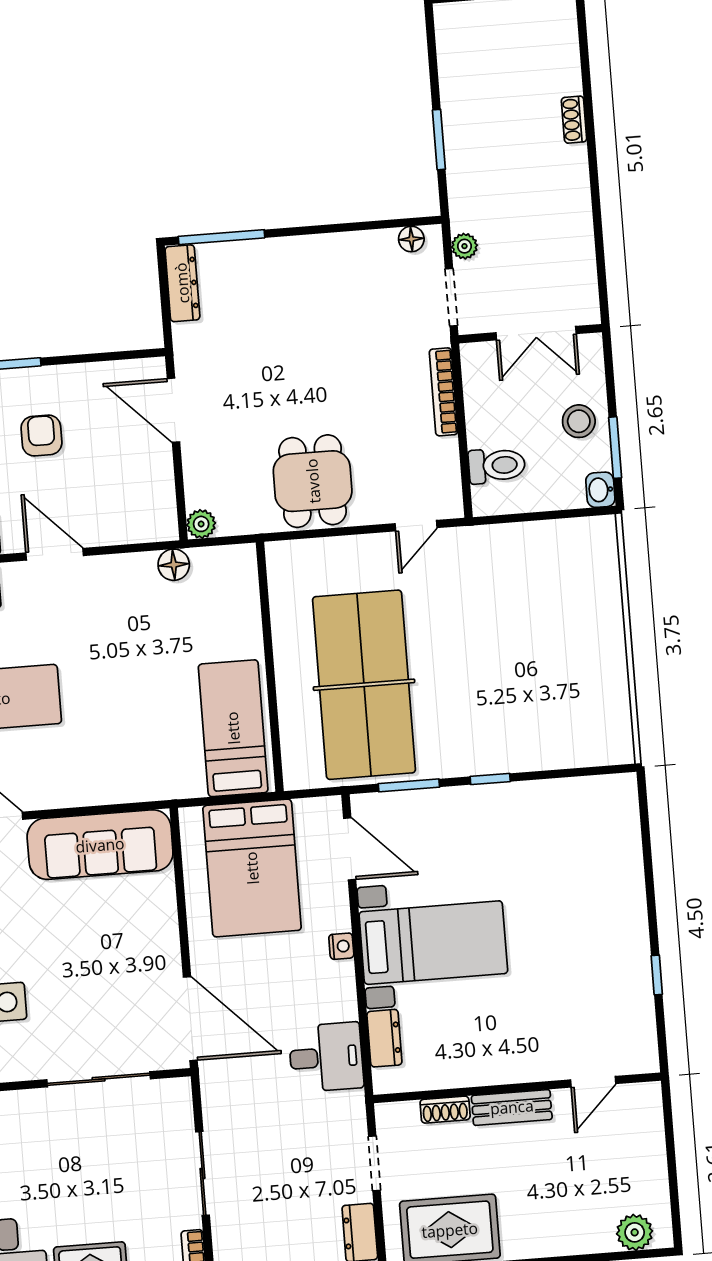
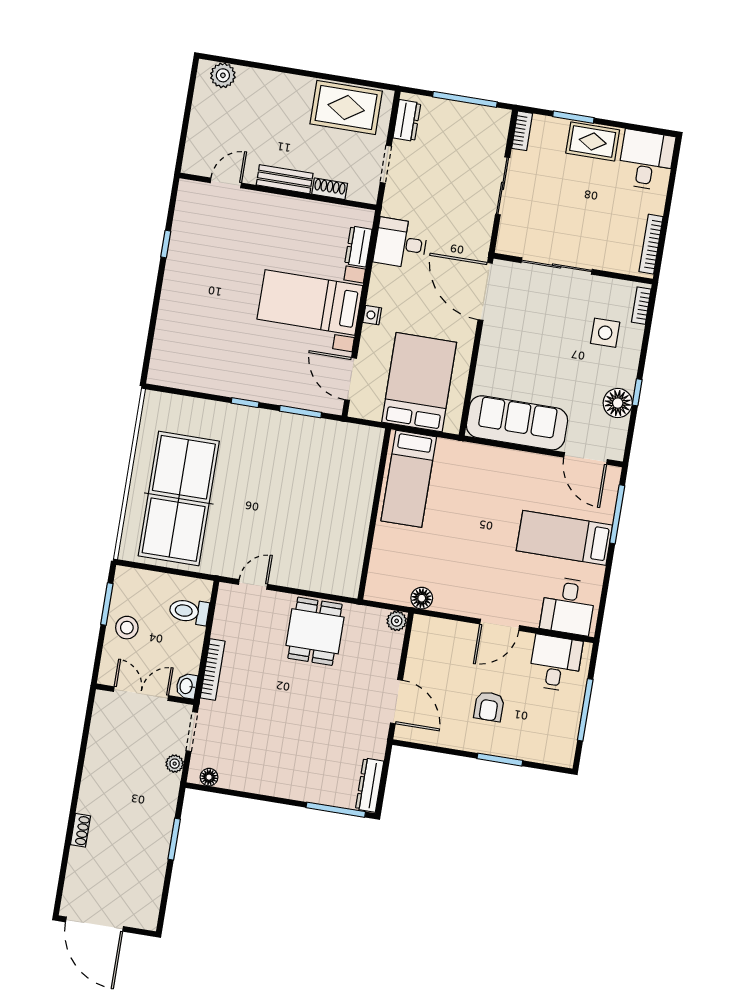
washbasin: (600, 490) -> (187, 686), moved, turned 180
door: (55, 554) -> (500, 625), hinge flipped
table tennis table: (364, 685) -> (179, 498), moved

